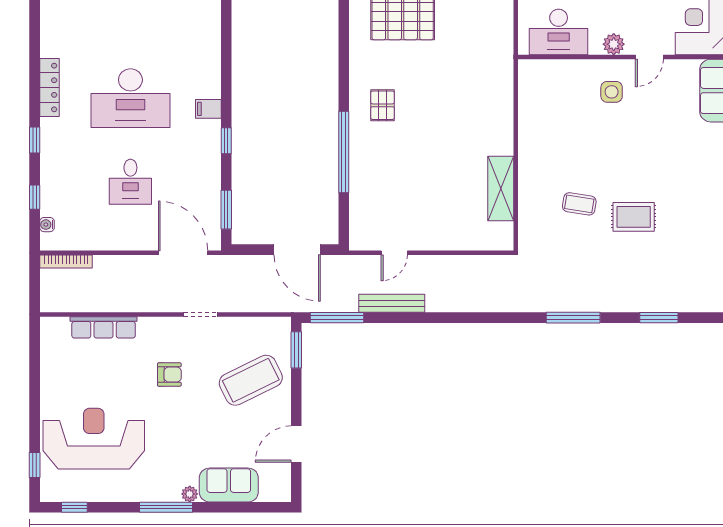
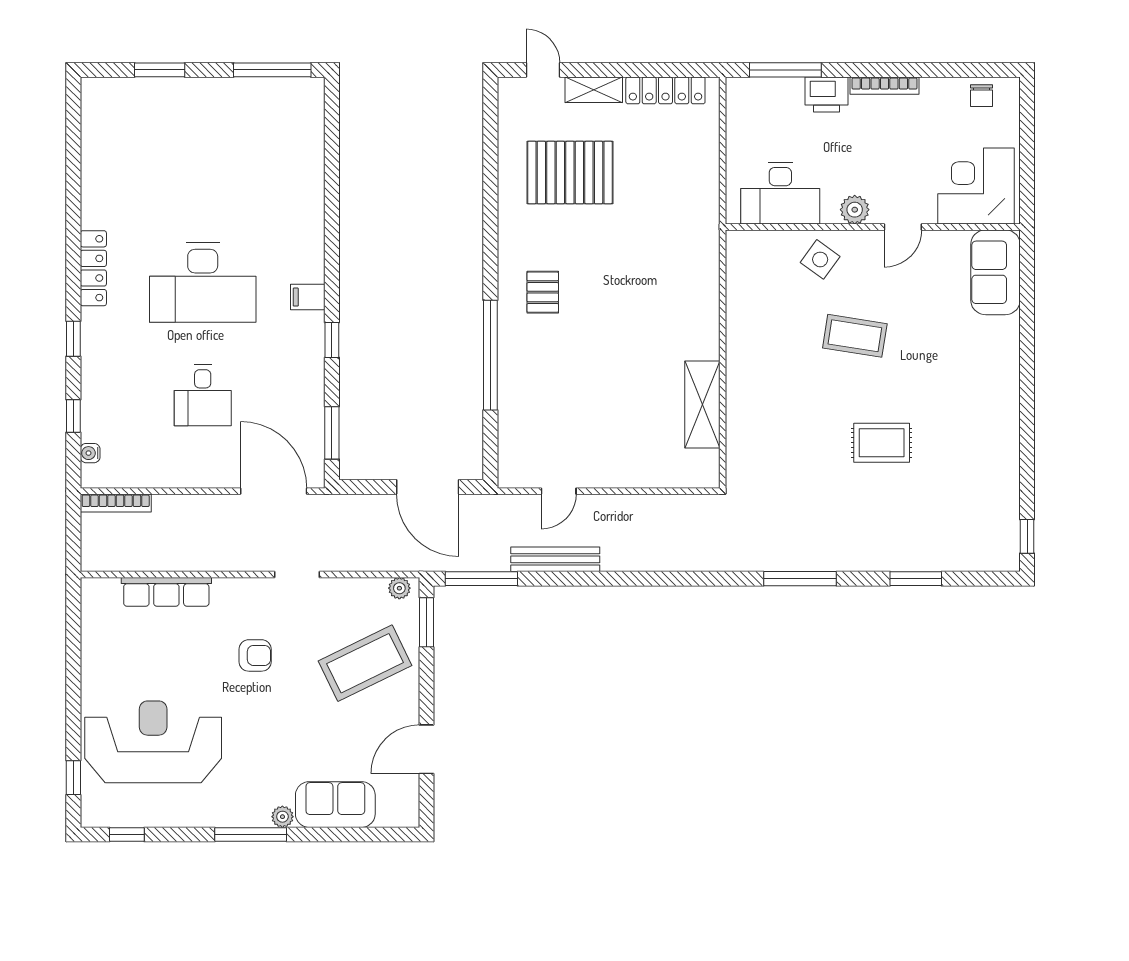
side table: (612, 92) -> (820, 259), moved, turned 36
coffee table: (579, 204) -> (855, 336), moved, width x1.36, depth x1.30
plant: (276, 325) -> (399, 588), added

